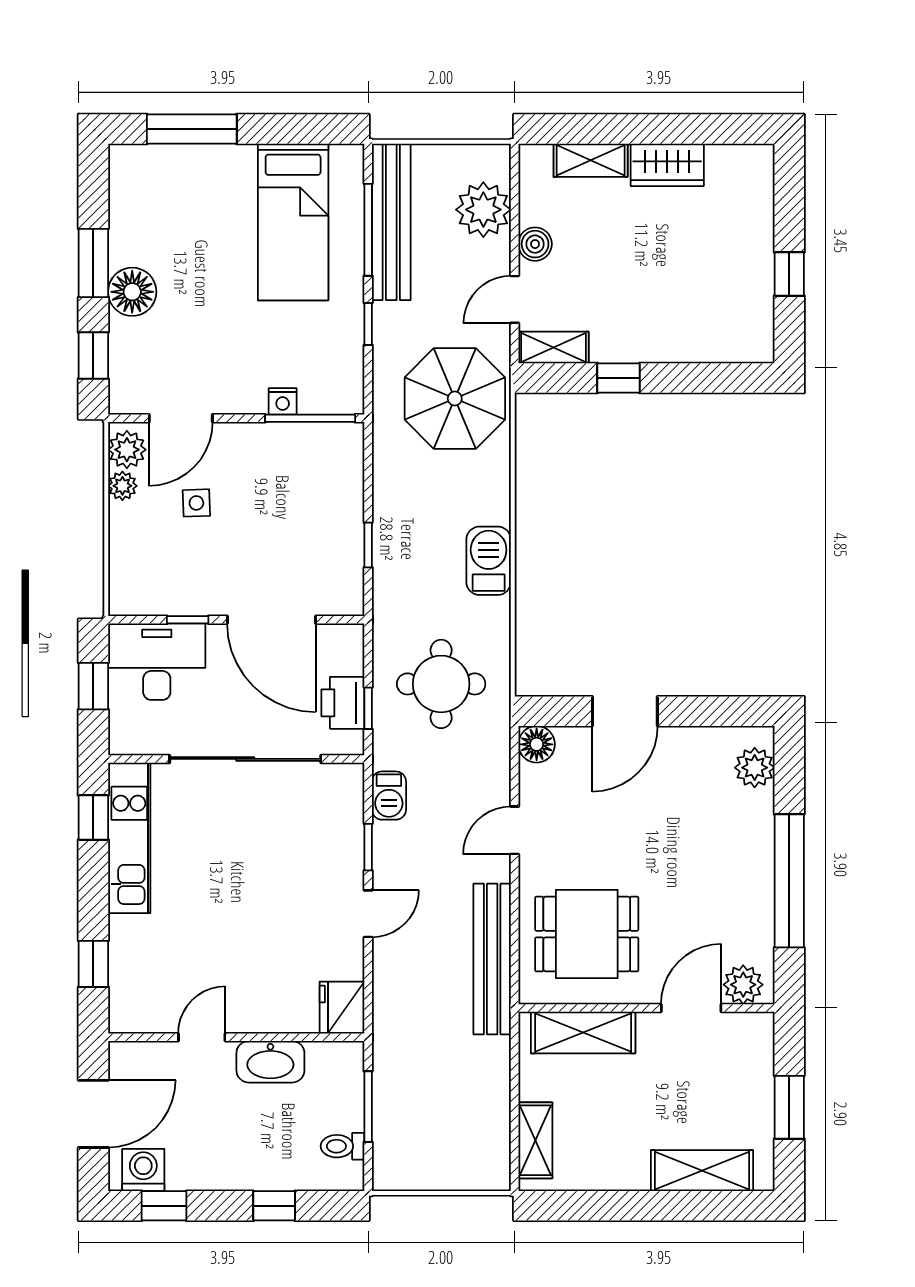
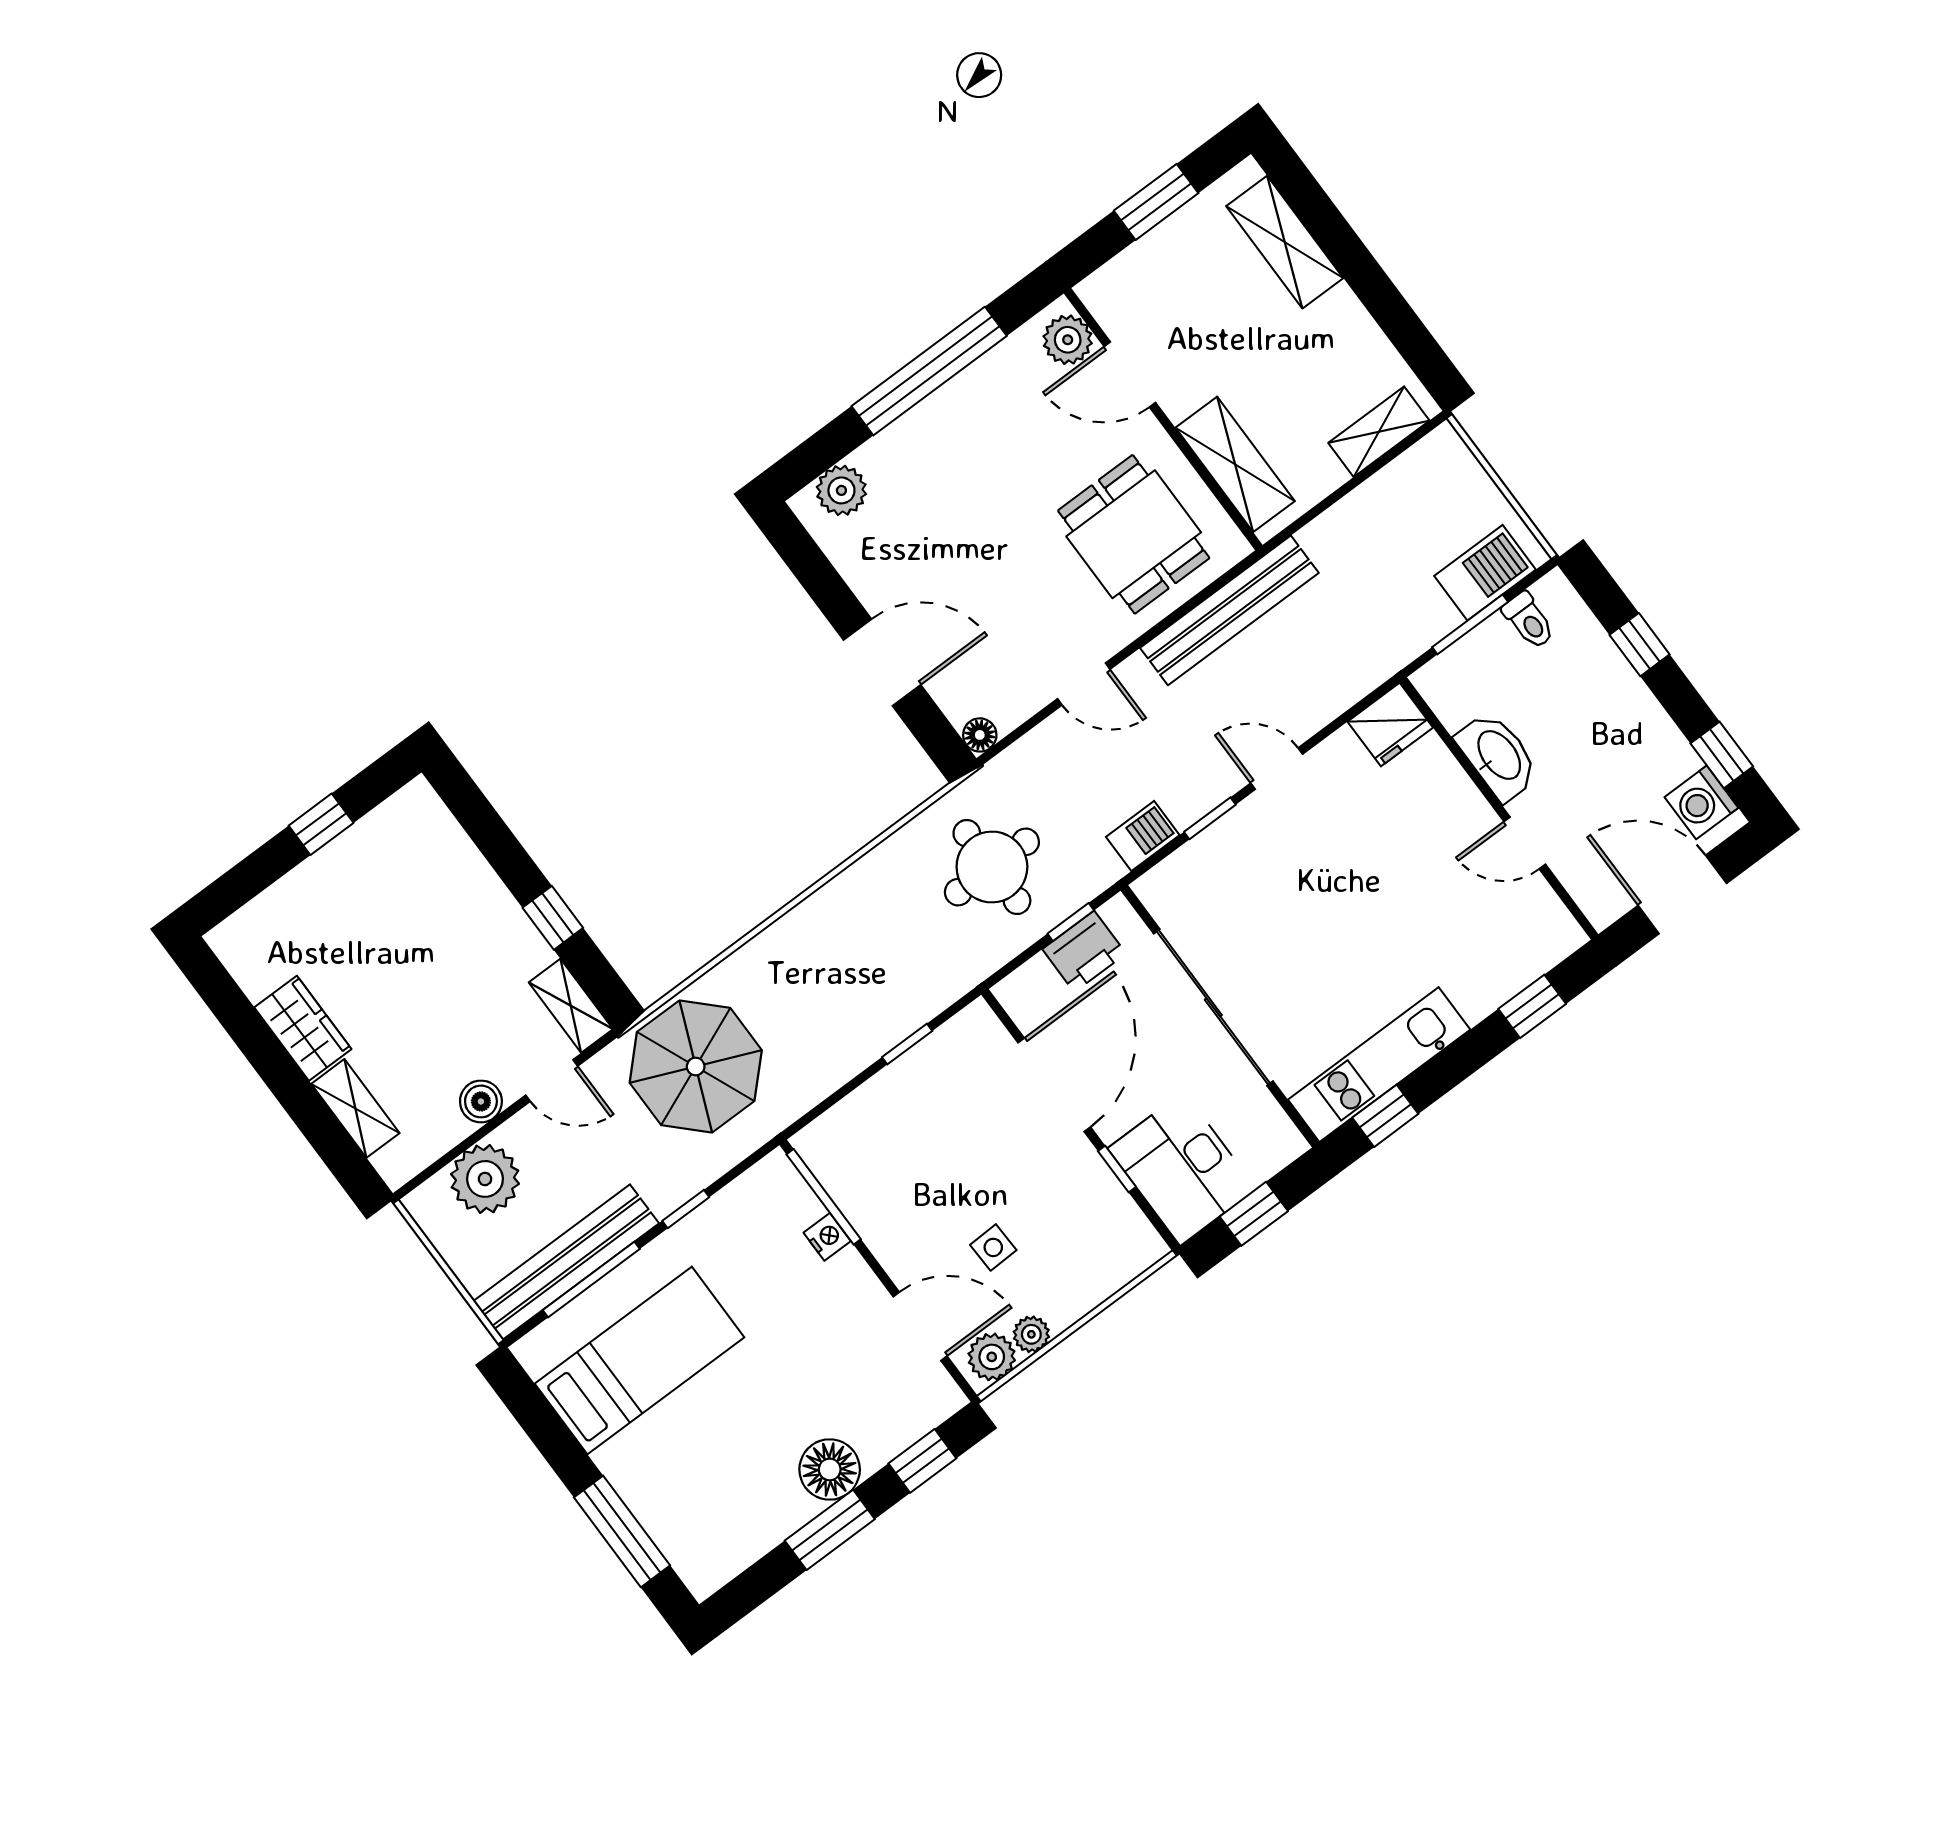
barbecue: (489, 561) -> (1485, 573), moved, turned 180
floor lamp: (537, 744) -> (980, 735), width x0.73, depth x0.73

